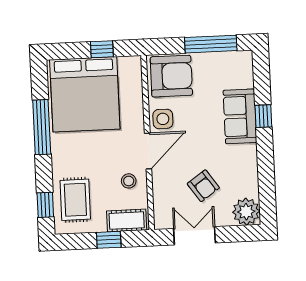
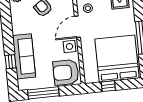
sofa: (240, 116) -> (24, 56), width x1.36
window: (263, 116) -> (10, 62), moved

